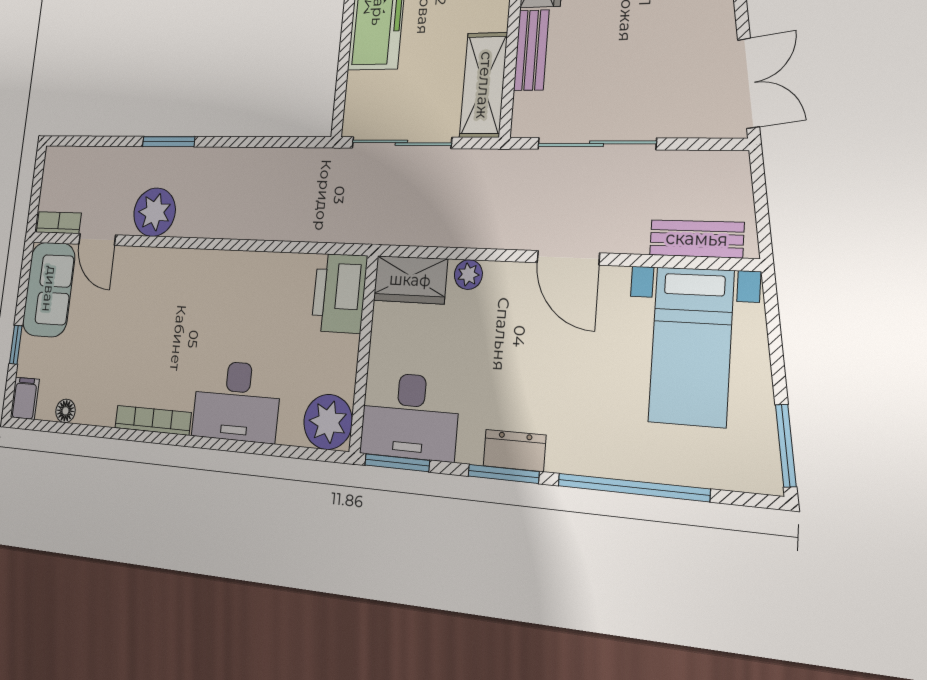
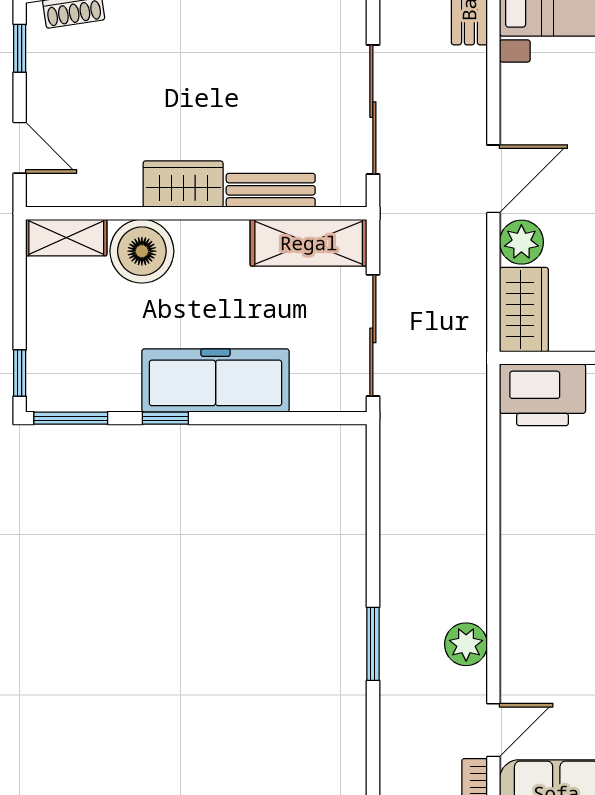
plant: (155, 212) -> (466, 644), width x0.73, depth x0.73
door: (568, 258) -> (493, 179), moved
plant: (468, 275) -> (521, 242), width x1.38, depth x1.38

